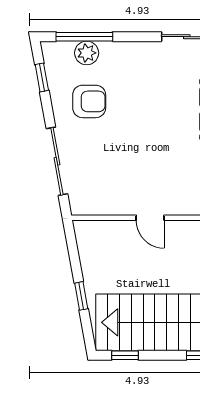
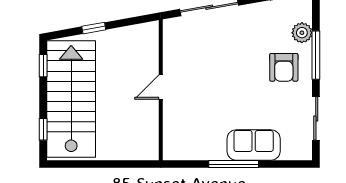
window: (84, 37) -> (316, 55), moved
armchair: (89, 101) -> (284, 67), moved

